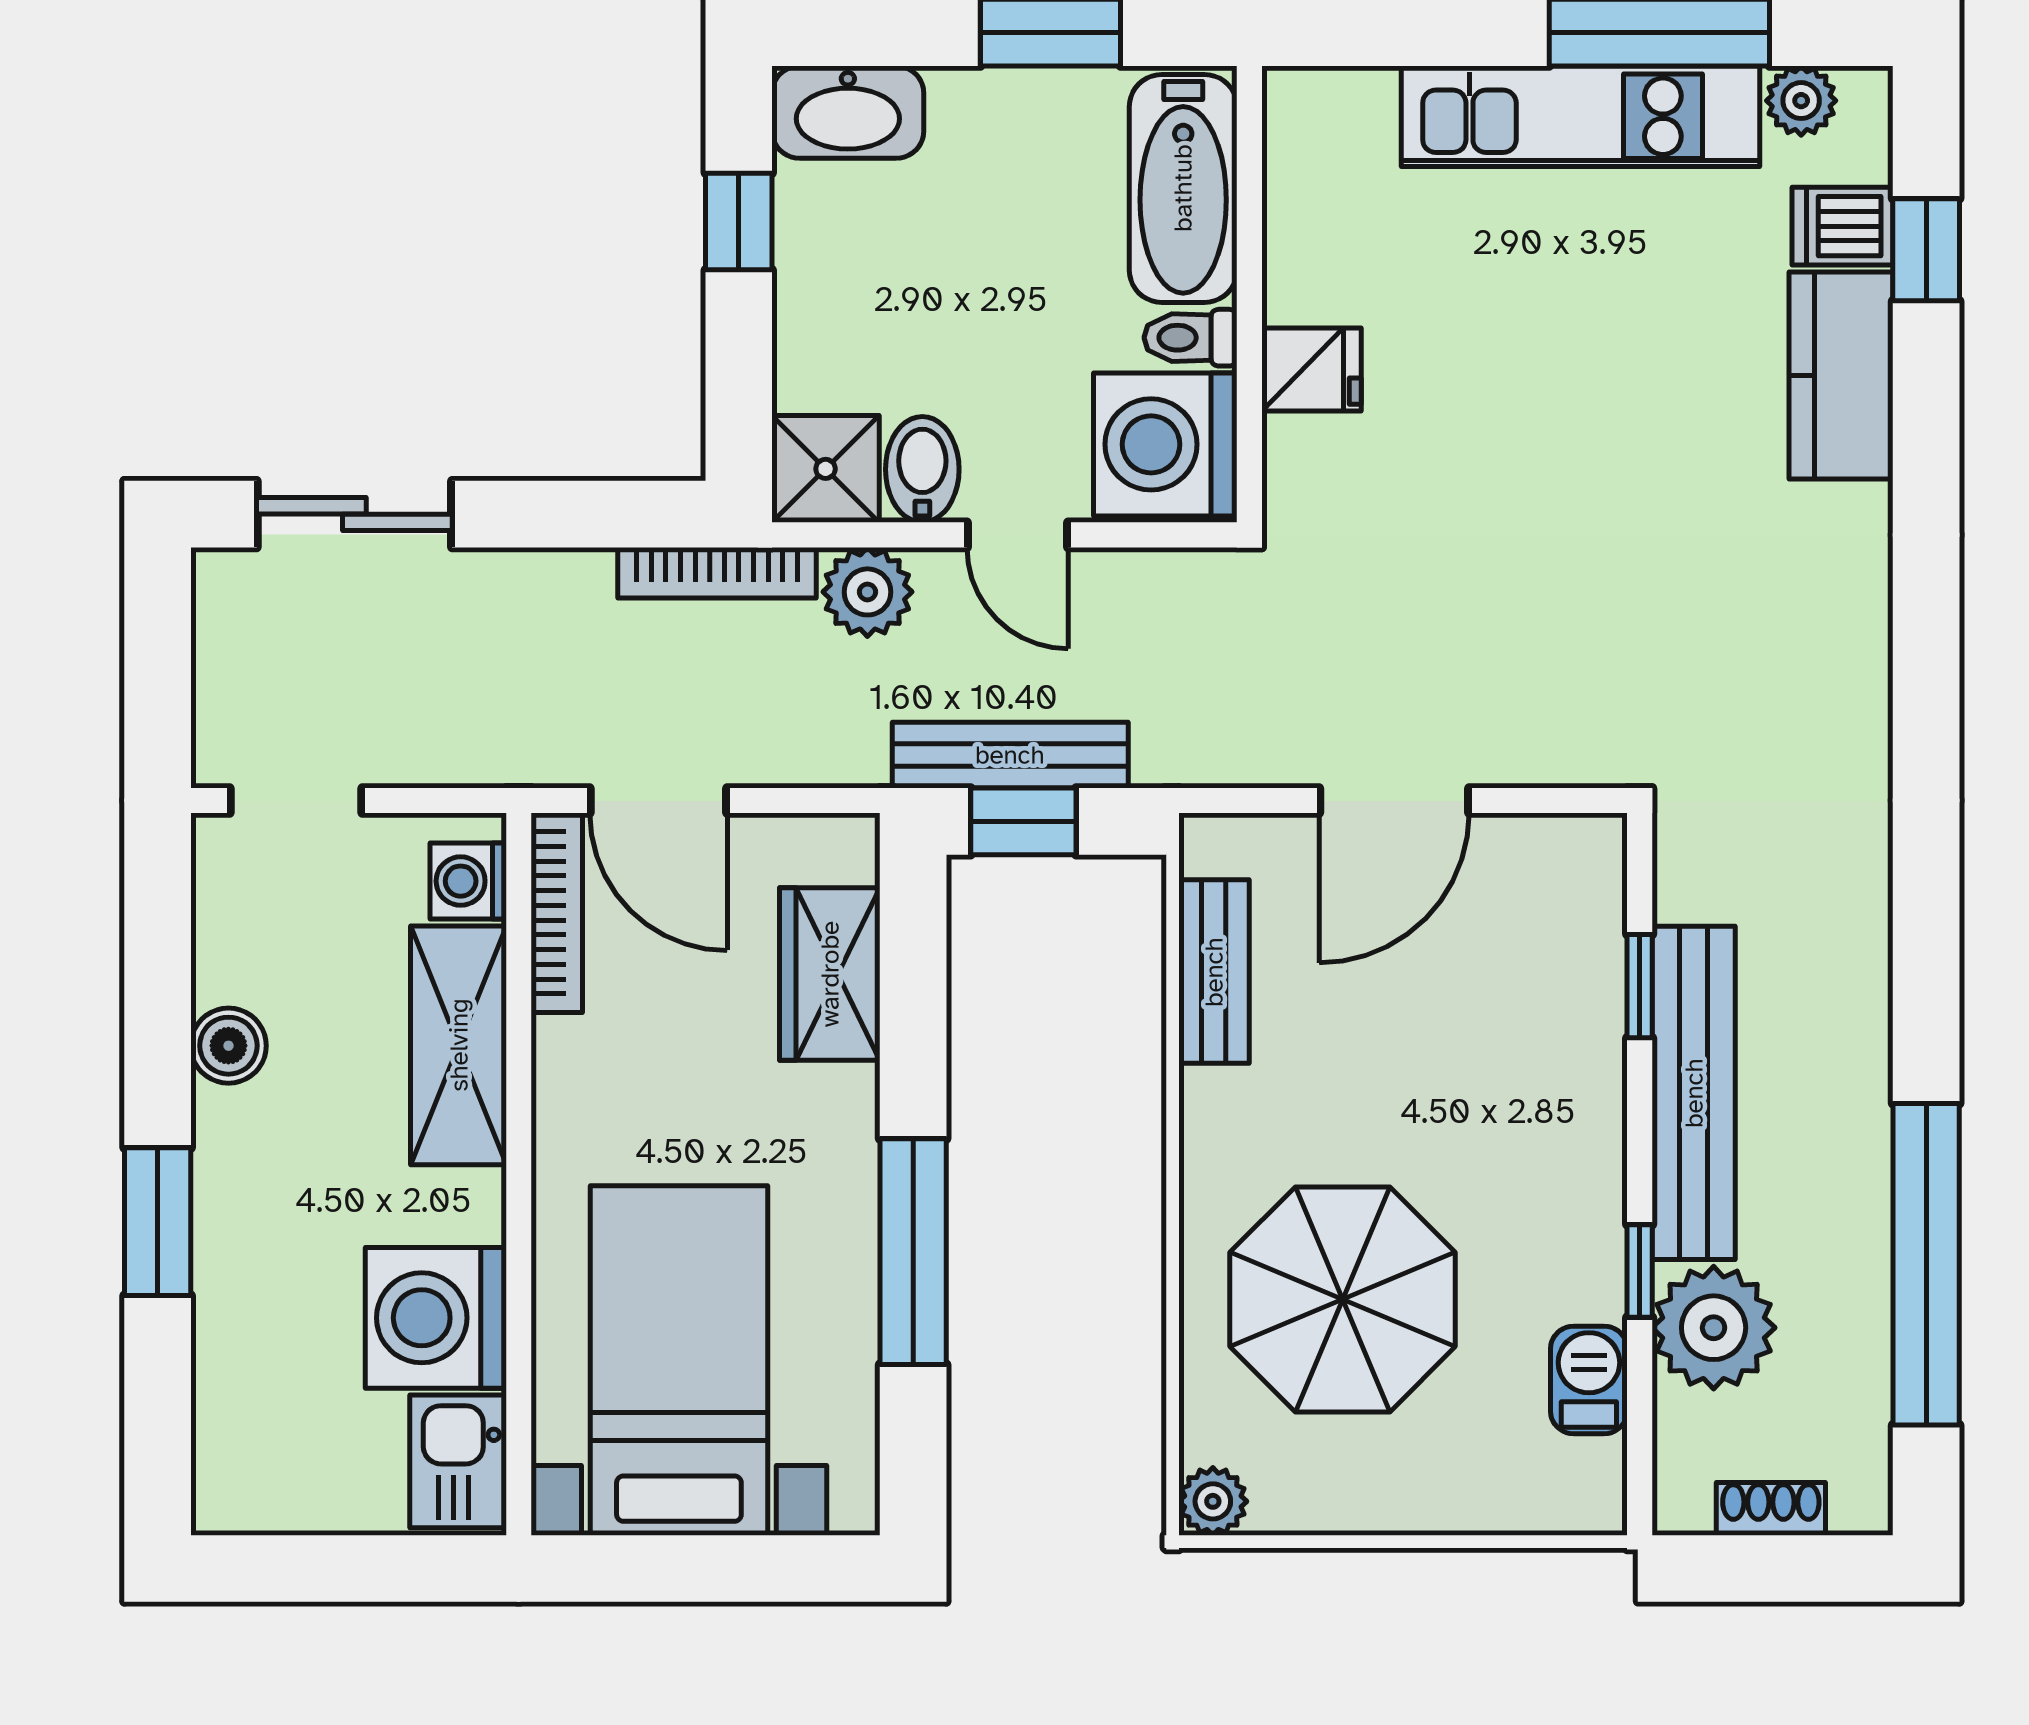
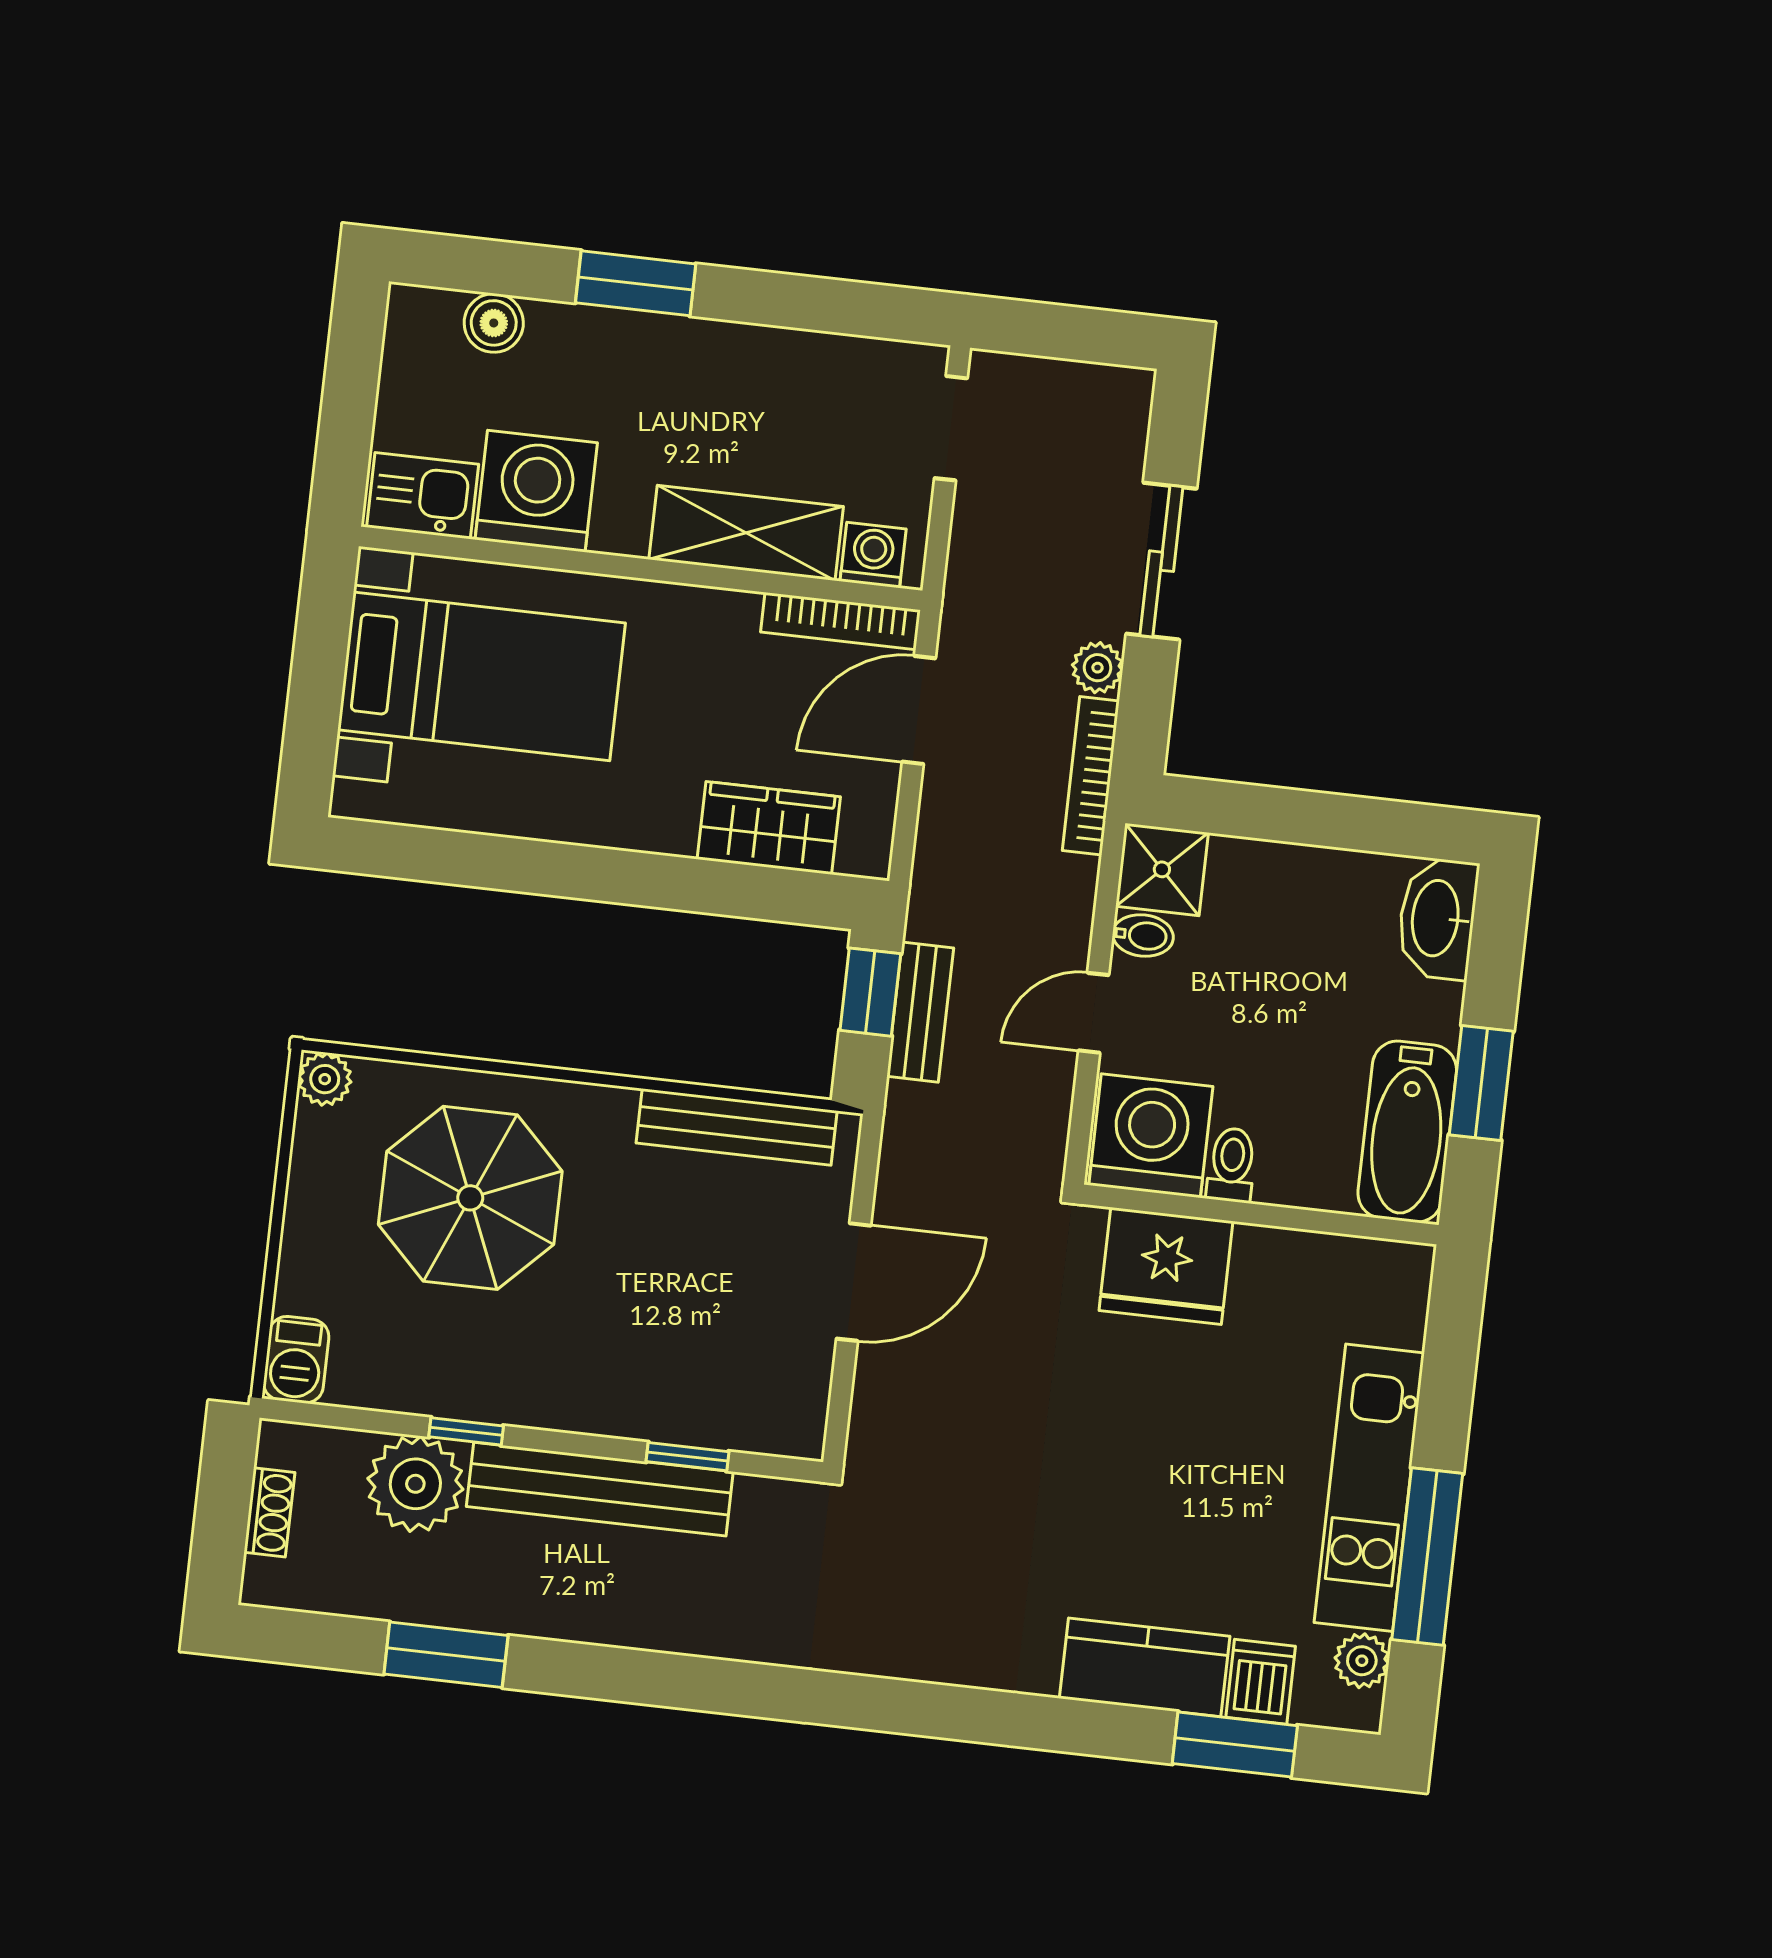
bathtub: (1183, 188) -> (1407, 1132), moved, turned -90
window: (739, 222) -> (1362, 824), removed
window: (1926, 250) -> (1235, 1745), width x1.50
fridge: (1312, 369) -> (1166, 1266), width x1.88, depth x1.34
bidet: (922, 469) -> (1143, 936), width x0.72, depth x0.74
sliding door: (354, 514) -> (1161, 561), moved
plant: (867, 592) -> (1098, 668), moved, width x0.73, depth x0.73
bench: (1010, 755) -> (920, 1012), width x0.73
door: (1394, 801) -> (854, 1282), swing flipped
bench: (1214, 972) -> (737, 1127), width x1.36
boiler: (228, 1046) -> (494, 323), moved
window: (913, 1252) -> (545, 868), removed
window: (1926, 1264) -> (446, 1655), width x0.47
barbecue: (1589, 1380) -> (296, 1360), moved, turned 90

